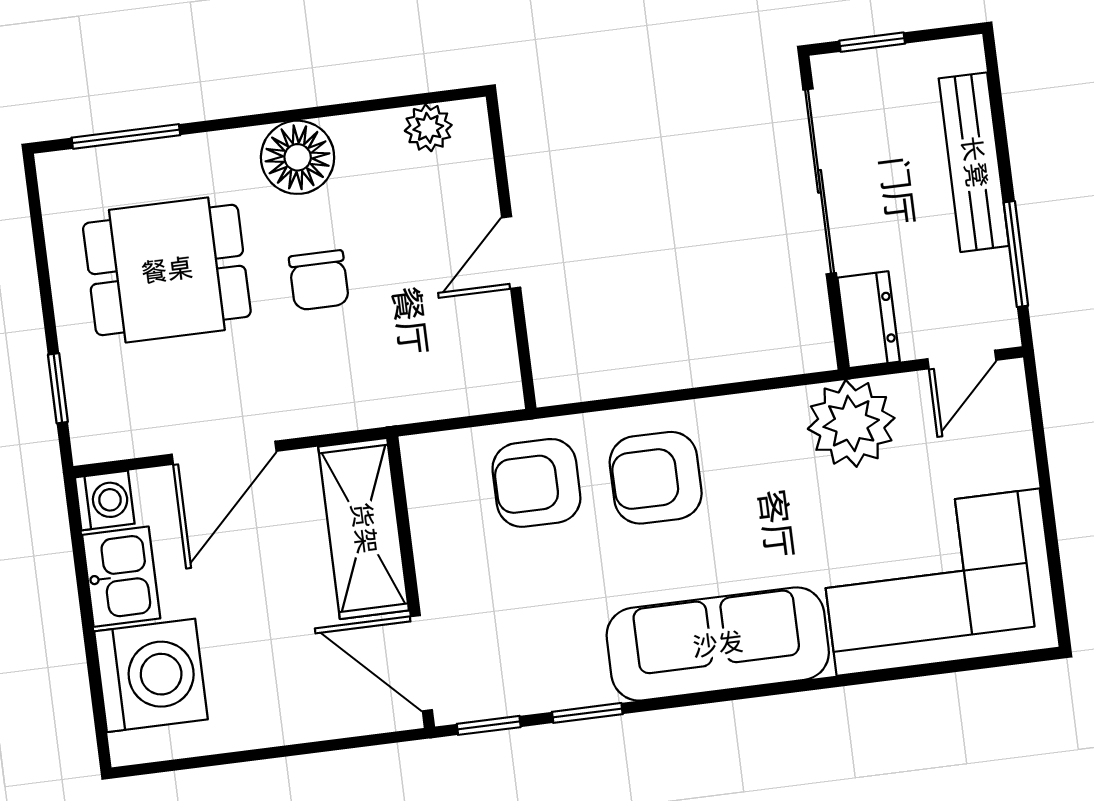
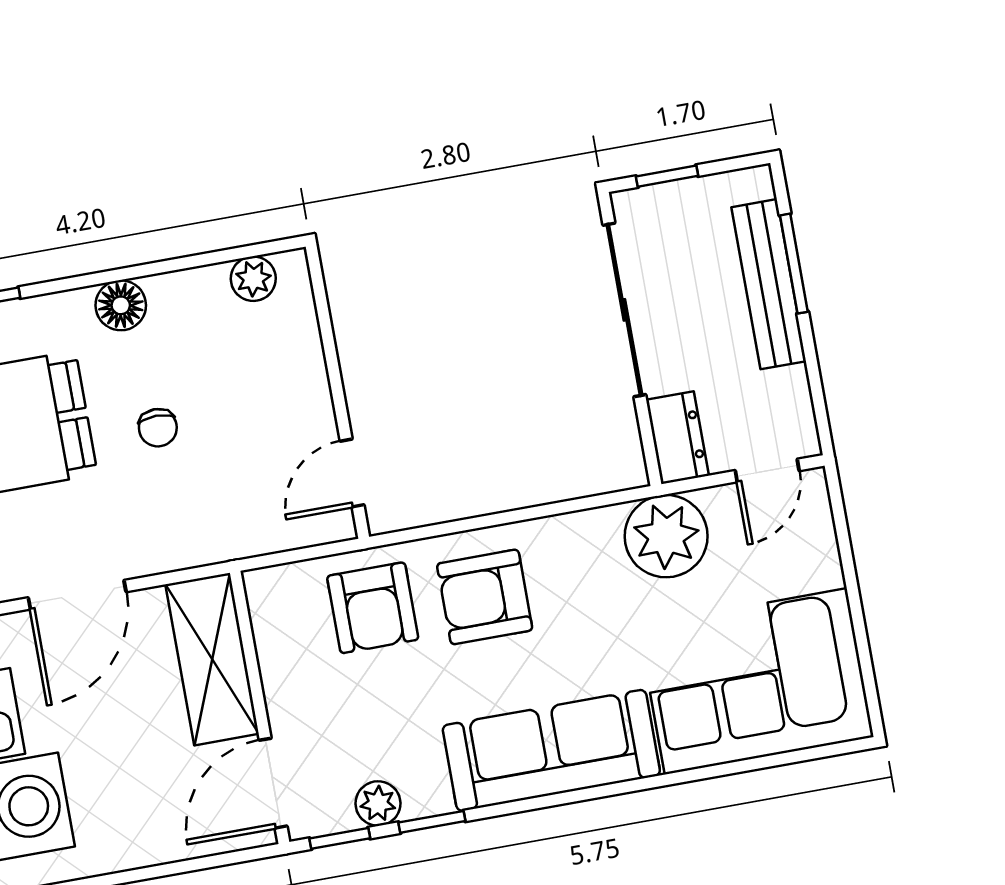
floor lamp: (298, 157) -> (121, 305), width x0.73, depth x0.73
door: (511, 253) -> (352, 473), moved
window: (1016, 254) -> (794, 264), moved
chair: (319, 280) -> (158, 428), width x0.73, depth x0.73
armchair: (536, 483) -> (373, 608), turned -90
door: (421, 663) -> (273, 783), hinge flipped
plant: (531, 691) -> (378, 803), added

